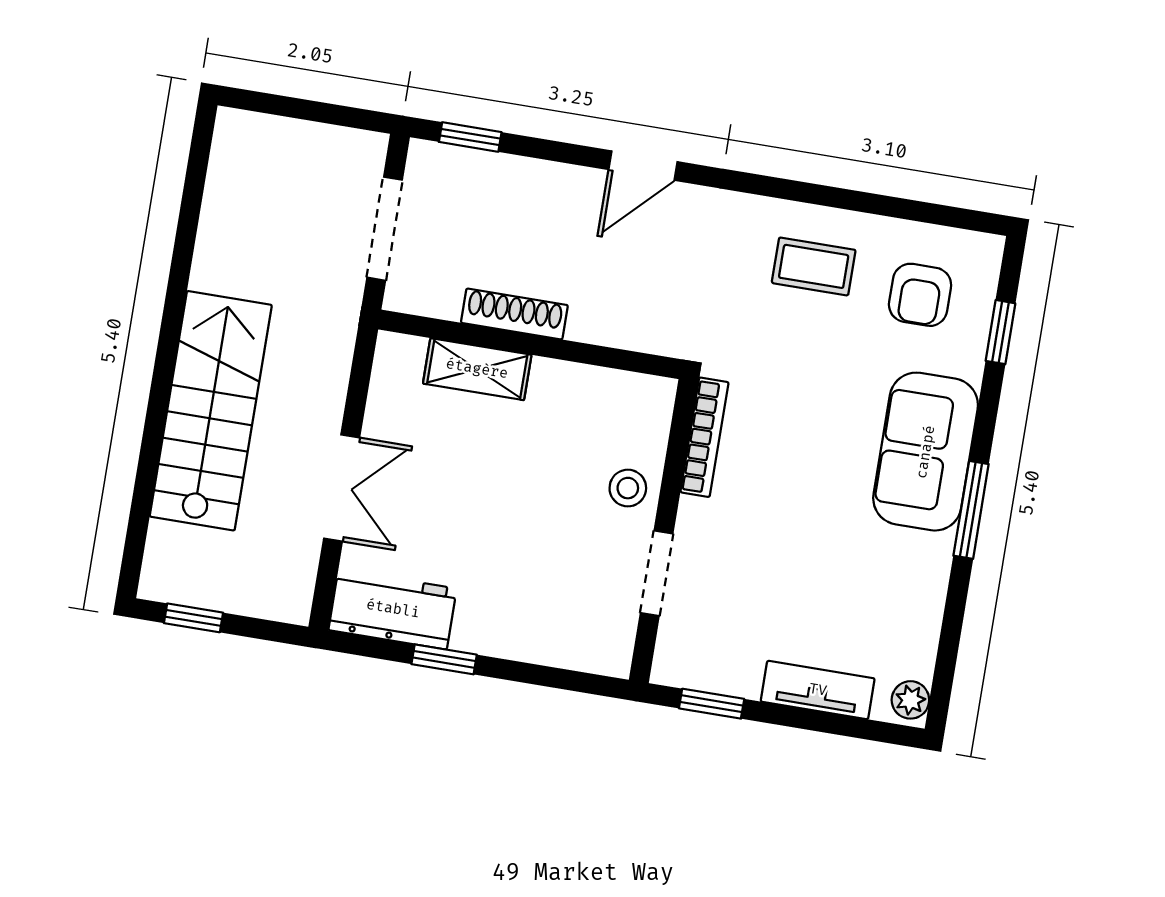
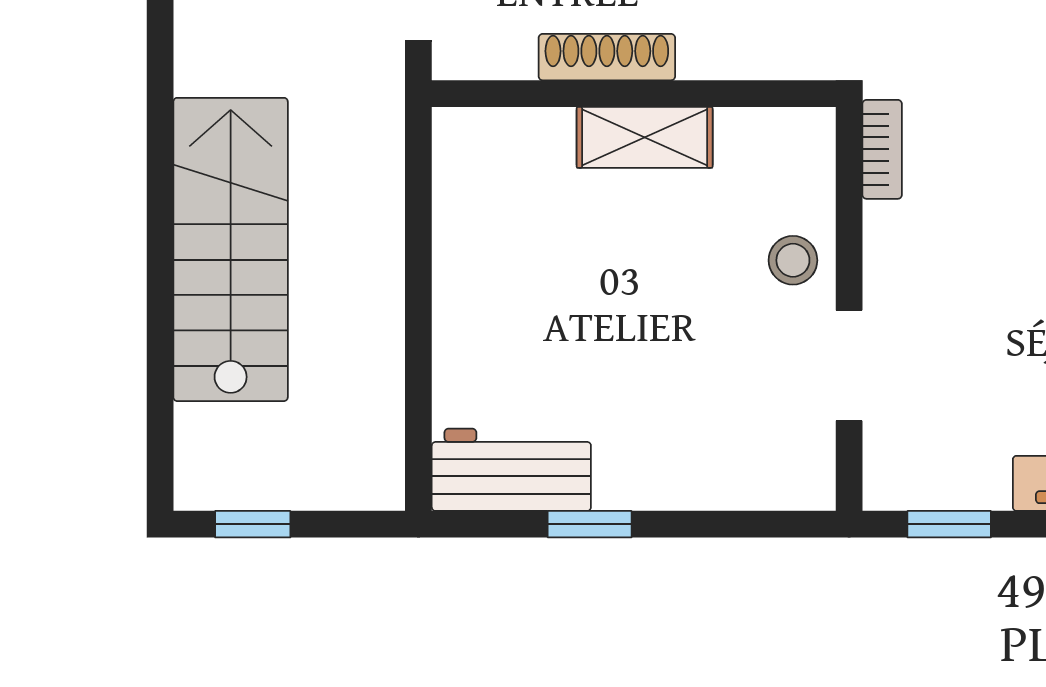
shelving: (477, 369) -> (645, 137), moved
bookcase: (704, 437) -> (882, 149), width x0.64
double door: (342, 488) -> (418, 322), removed

